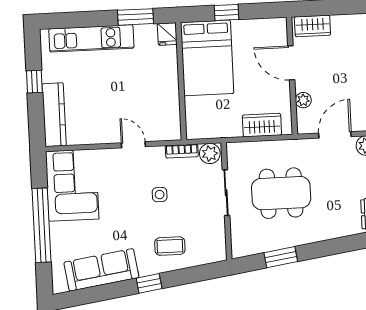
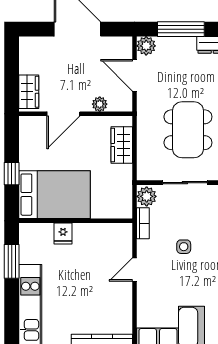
fridge: (167, 34) -> (63, 234), moved, turned 90

